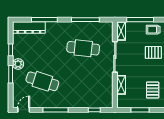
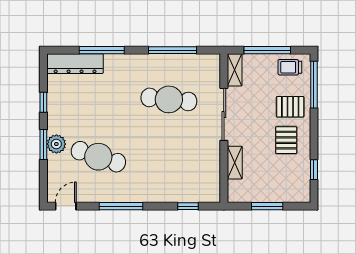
plant: (18, 64) -> (56, 144), moved
pallet: (153, 90) -> (286, 140), moved

